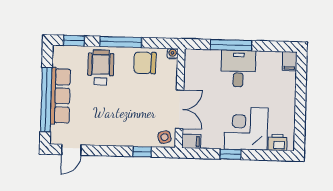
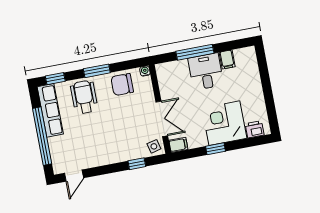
window: (121, 42) -> (97, 71), width x0.69
filing cabinet: (289, 61) -> (227, 59), moved
row of seats: (60, 96) -> (50, 110), moved

